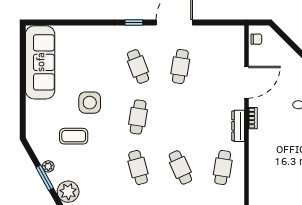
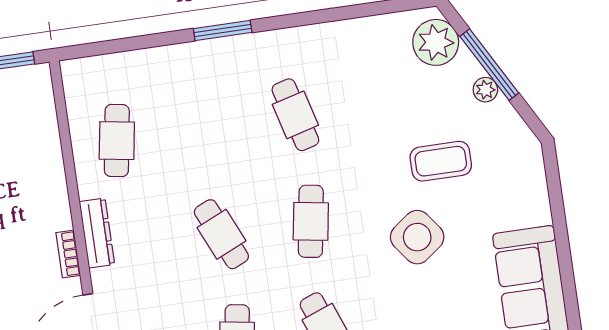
side table: (90, 103) -> (417, 237), turned -37
cafe table: (180, 167) -> (221, 234), moved
window: (45, 178) -> (489, 65), width x1.44

